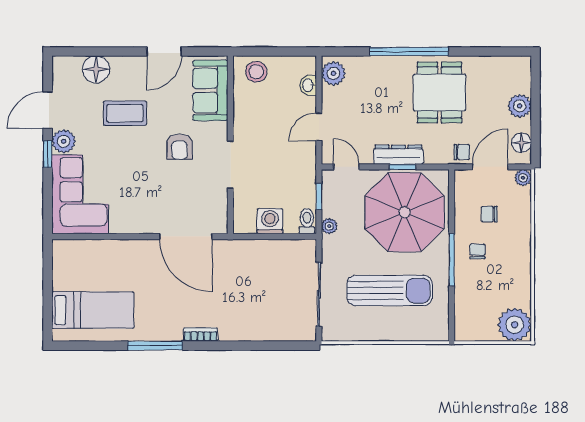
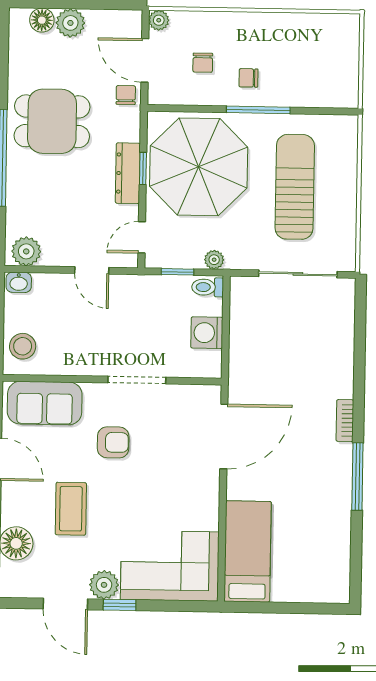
washbasin: (308, 85) -> (19, 282), moved
floor lamp: (521, 143) -> (42, 20), moved
bed: (93, 310) -> (248, 551), moved
plant: (515, 325) -> (339, 34), removed

